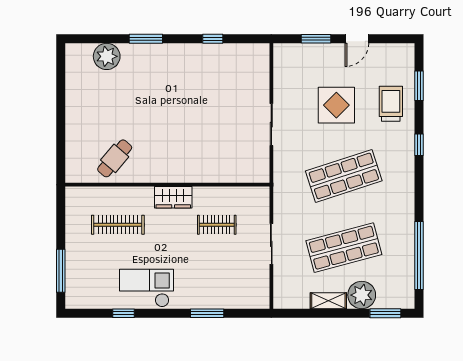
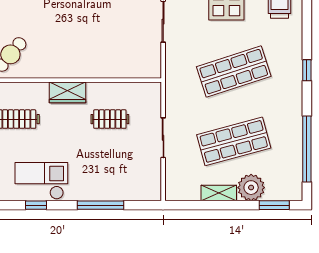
window: (419, 145) -> (307, 70), moved
window: (123, 313) -> (36, 205), moved
window: (207, 313) -> (101, 205), width x1.44

